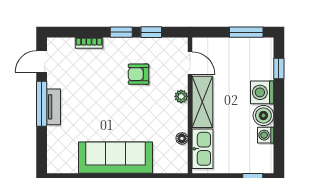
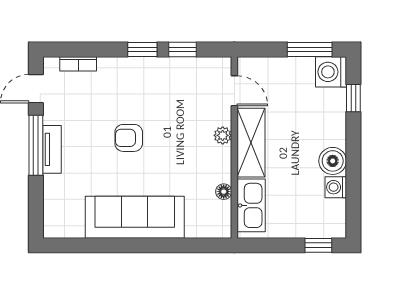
bookcase: (89, 43) -> (78, 64), moved
armchair: (139, 74) -> (129, 138), moved
washing machine: (262, 92) -> (331, 72), moved

